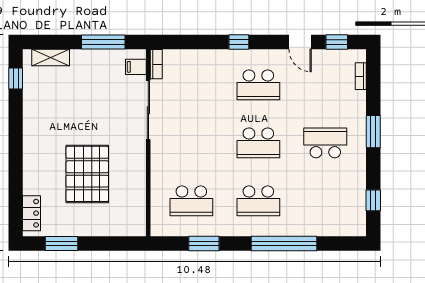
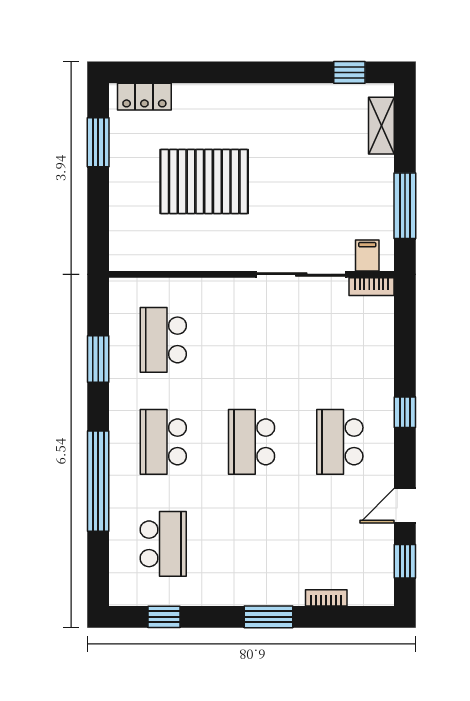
bookcase: (361, 76) -> (326, 598), moved
school desk: (325, 143) -> (163, 544), moved

